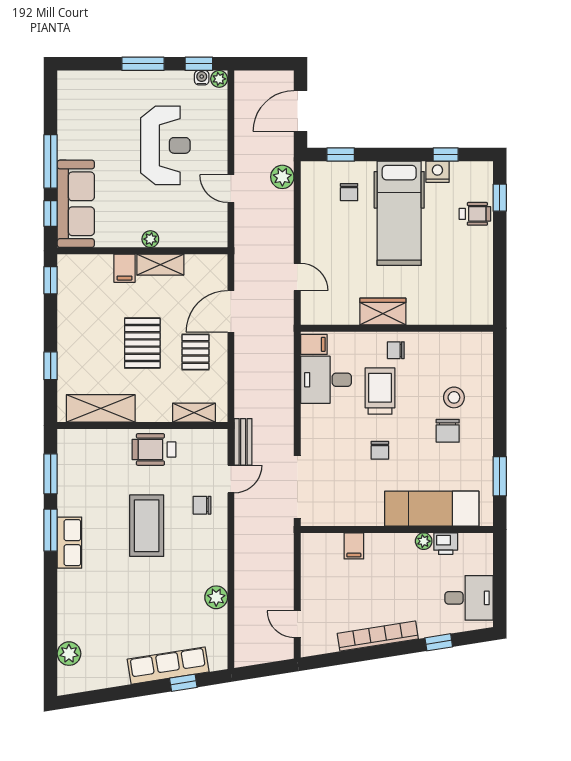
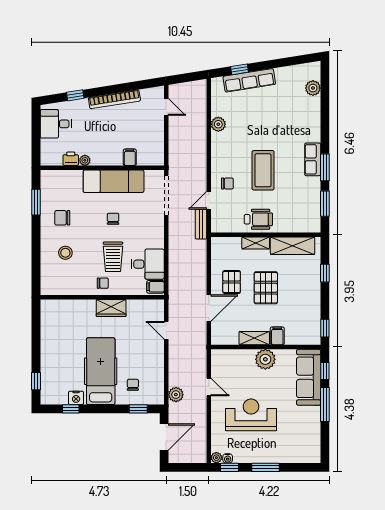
reception desk: (165, 145) -> (251, 415), turned 90
wheelchair: (475, 214) -> (52, 371), removed
plant: (150, 239) -> (265, 359), width x1.88, depth x1.88
shelving: (194, 413) -> (256, 243), moved
chair: (448, 431) -> (62, 218), moved, turned -90
exam couch: (432, 509) -> (114, 181), moved

